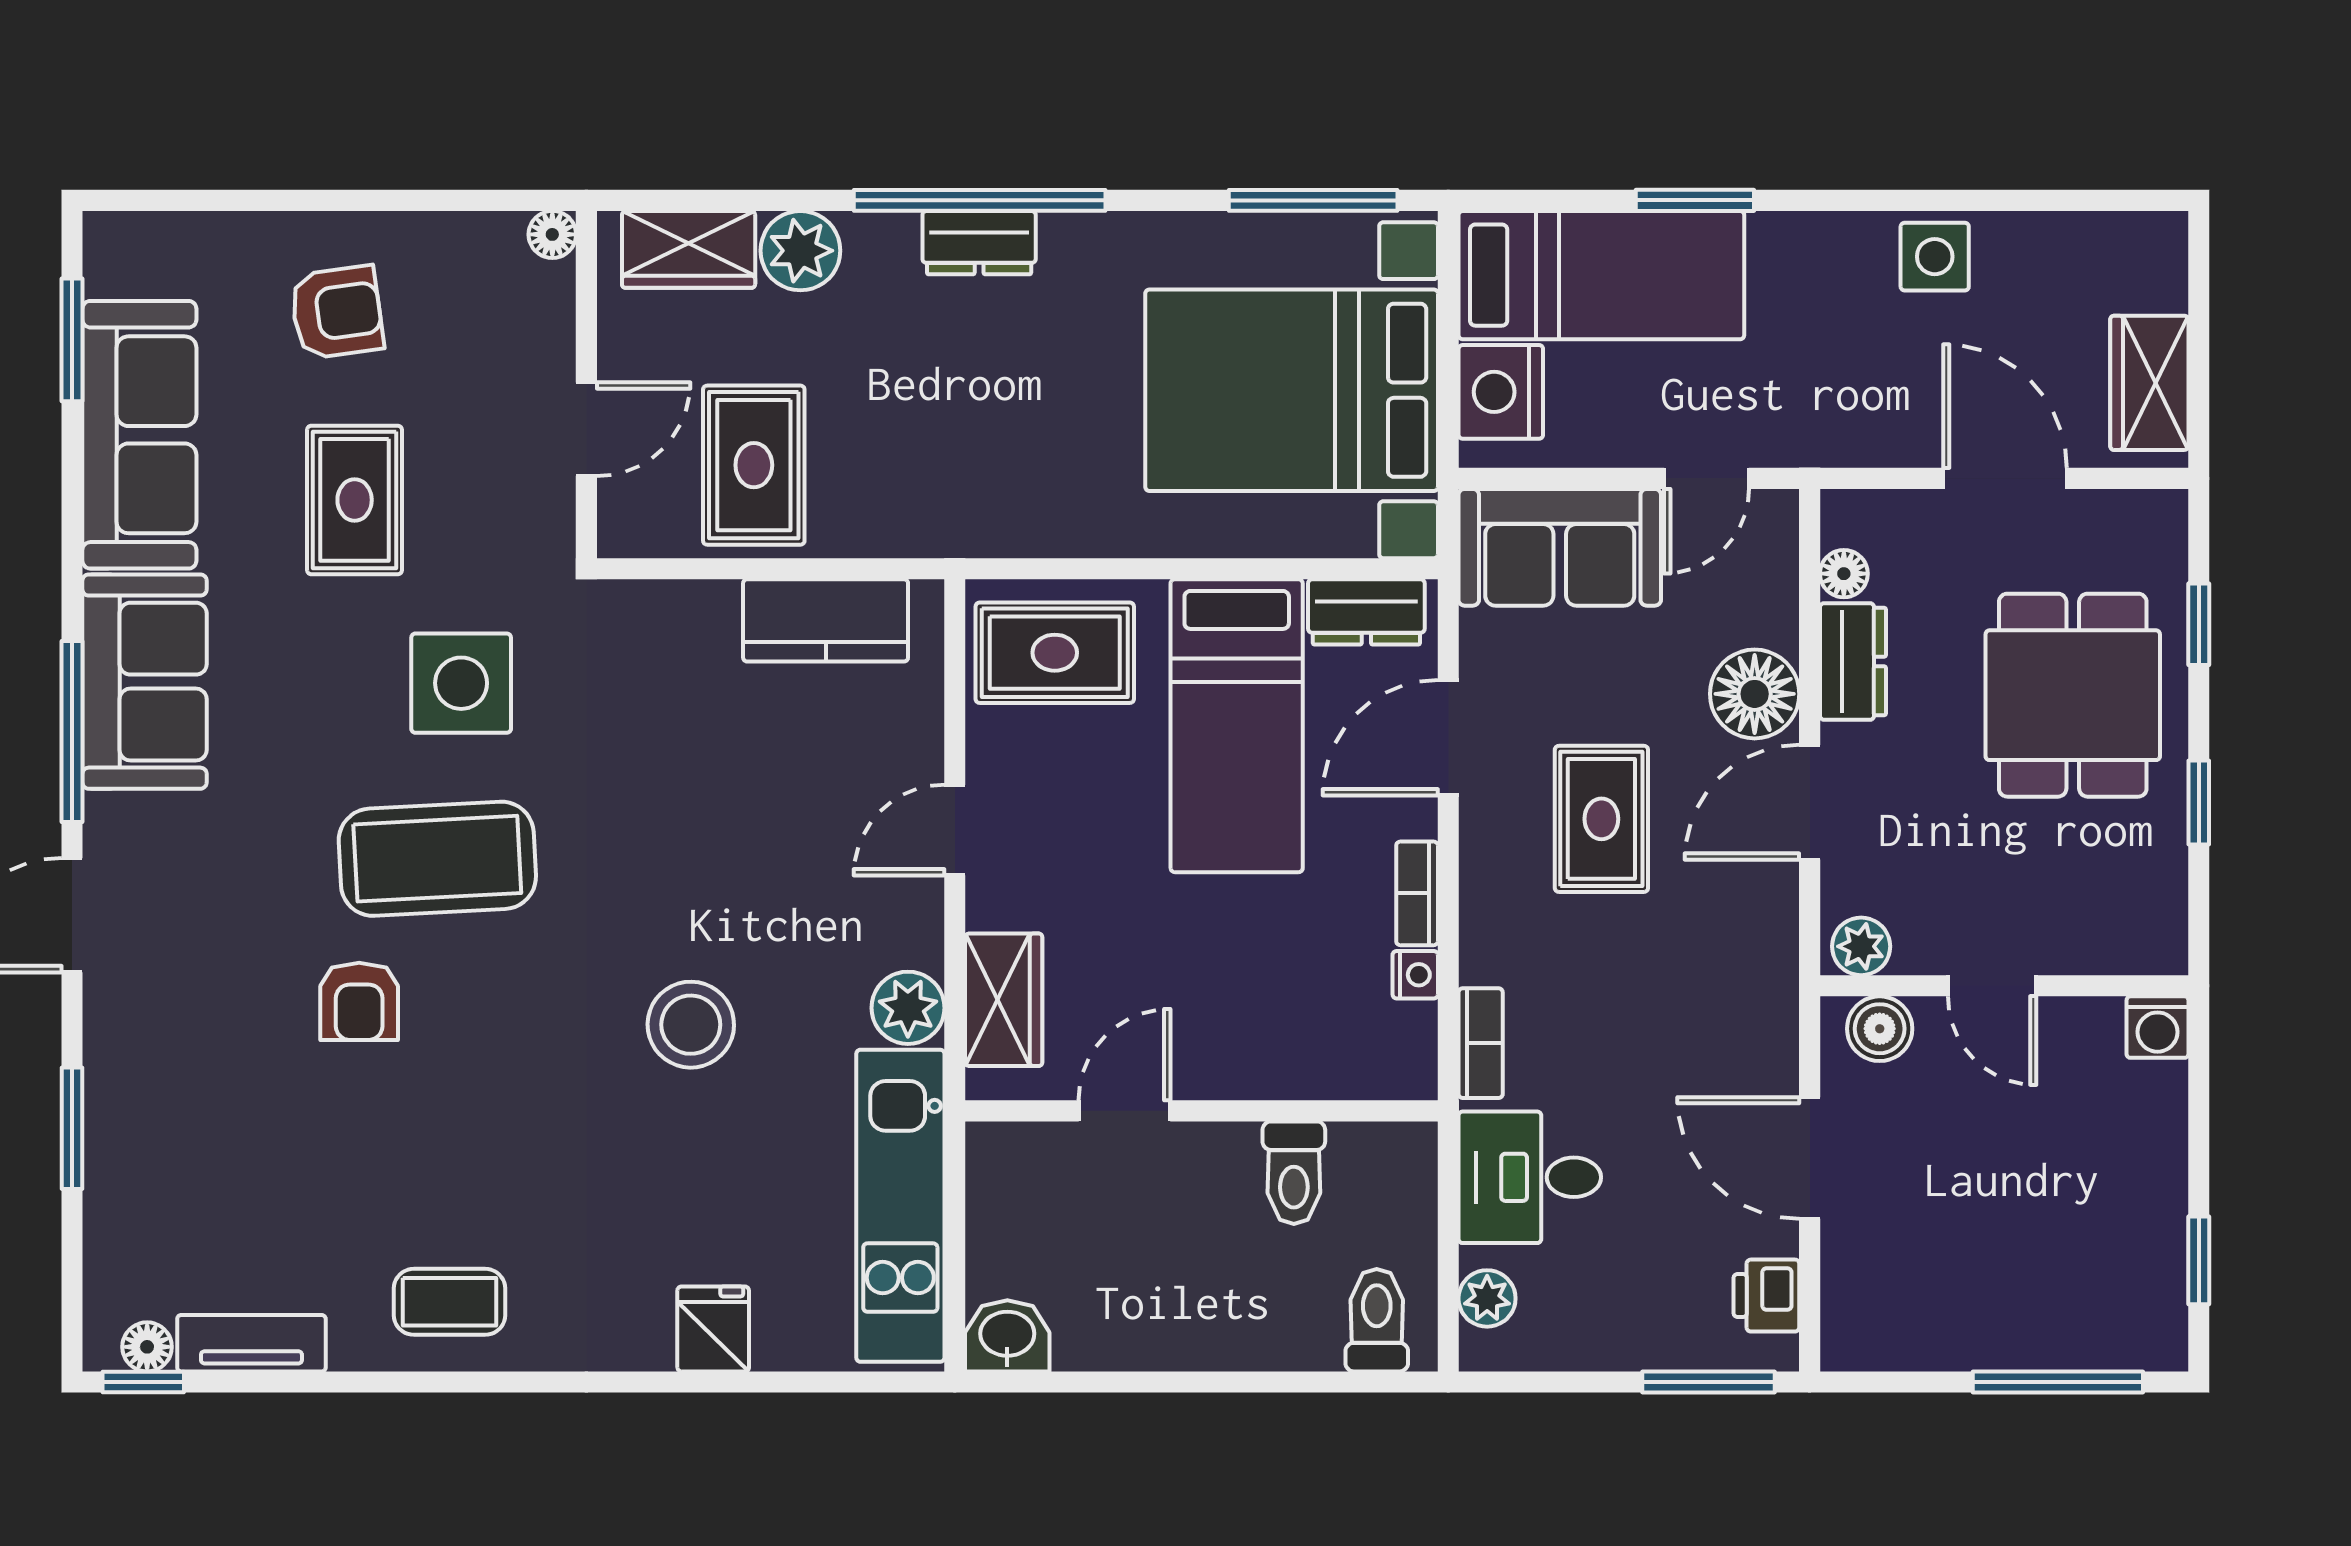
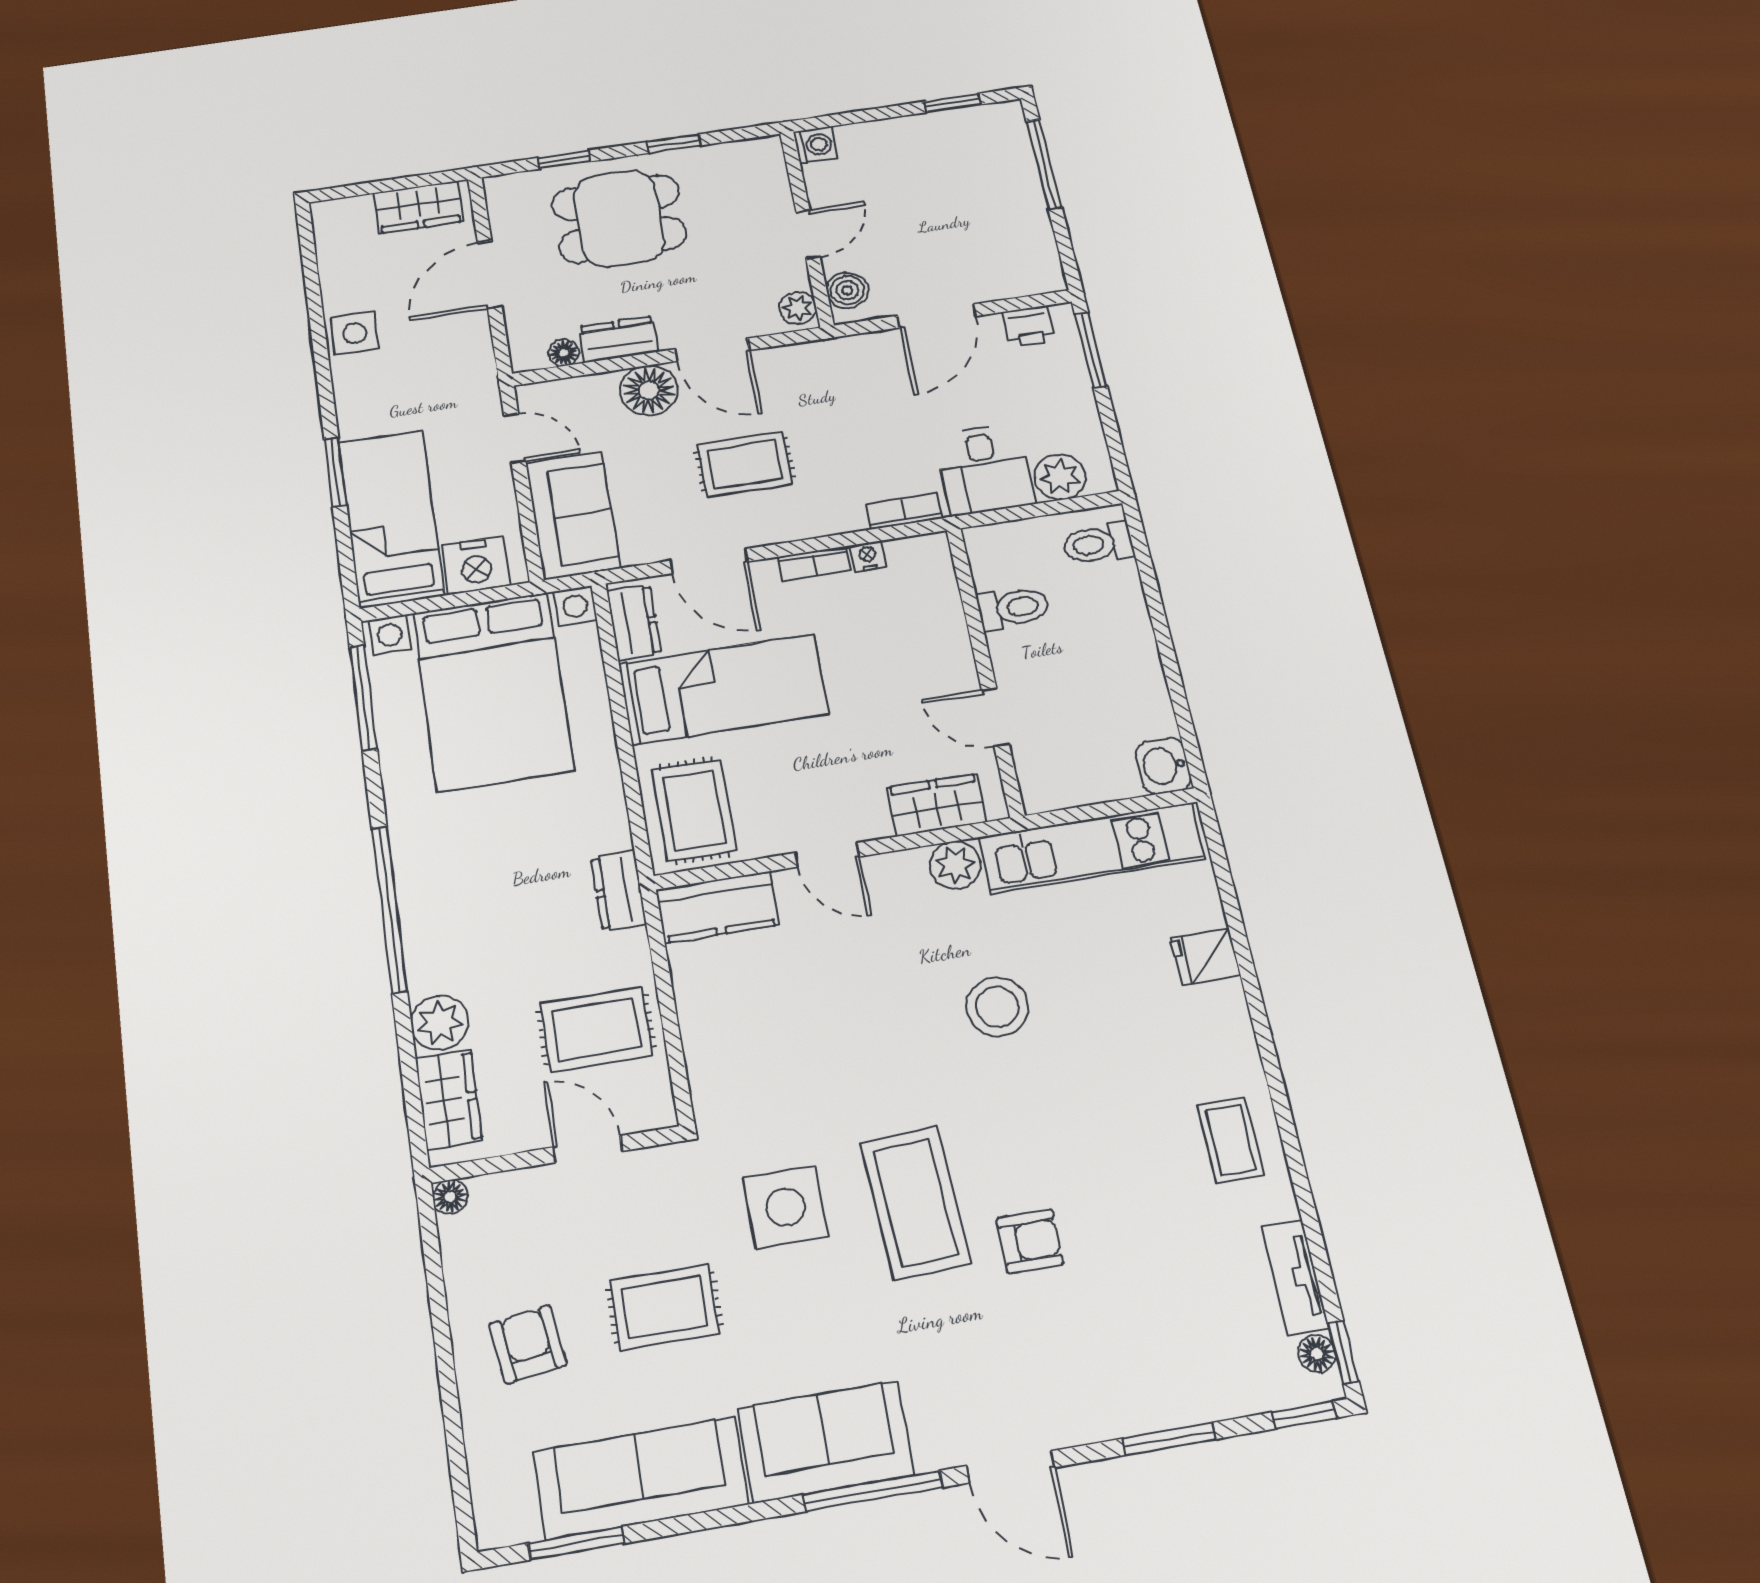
dresser: (979, 243) -> (618, 891), moved, turned 180
kitchen counter: (826, 620) -> (717, 907), moved, turned 90
plant: (1487, 1298) -> (1060, 477), width x1.38, depth x1.38
window: (72, 1311) -> (1304, 1415), added

